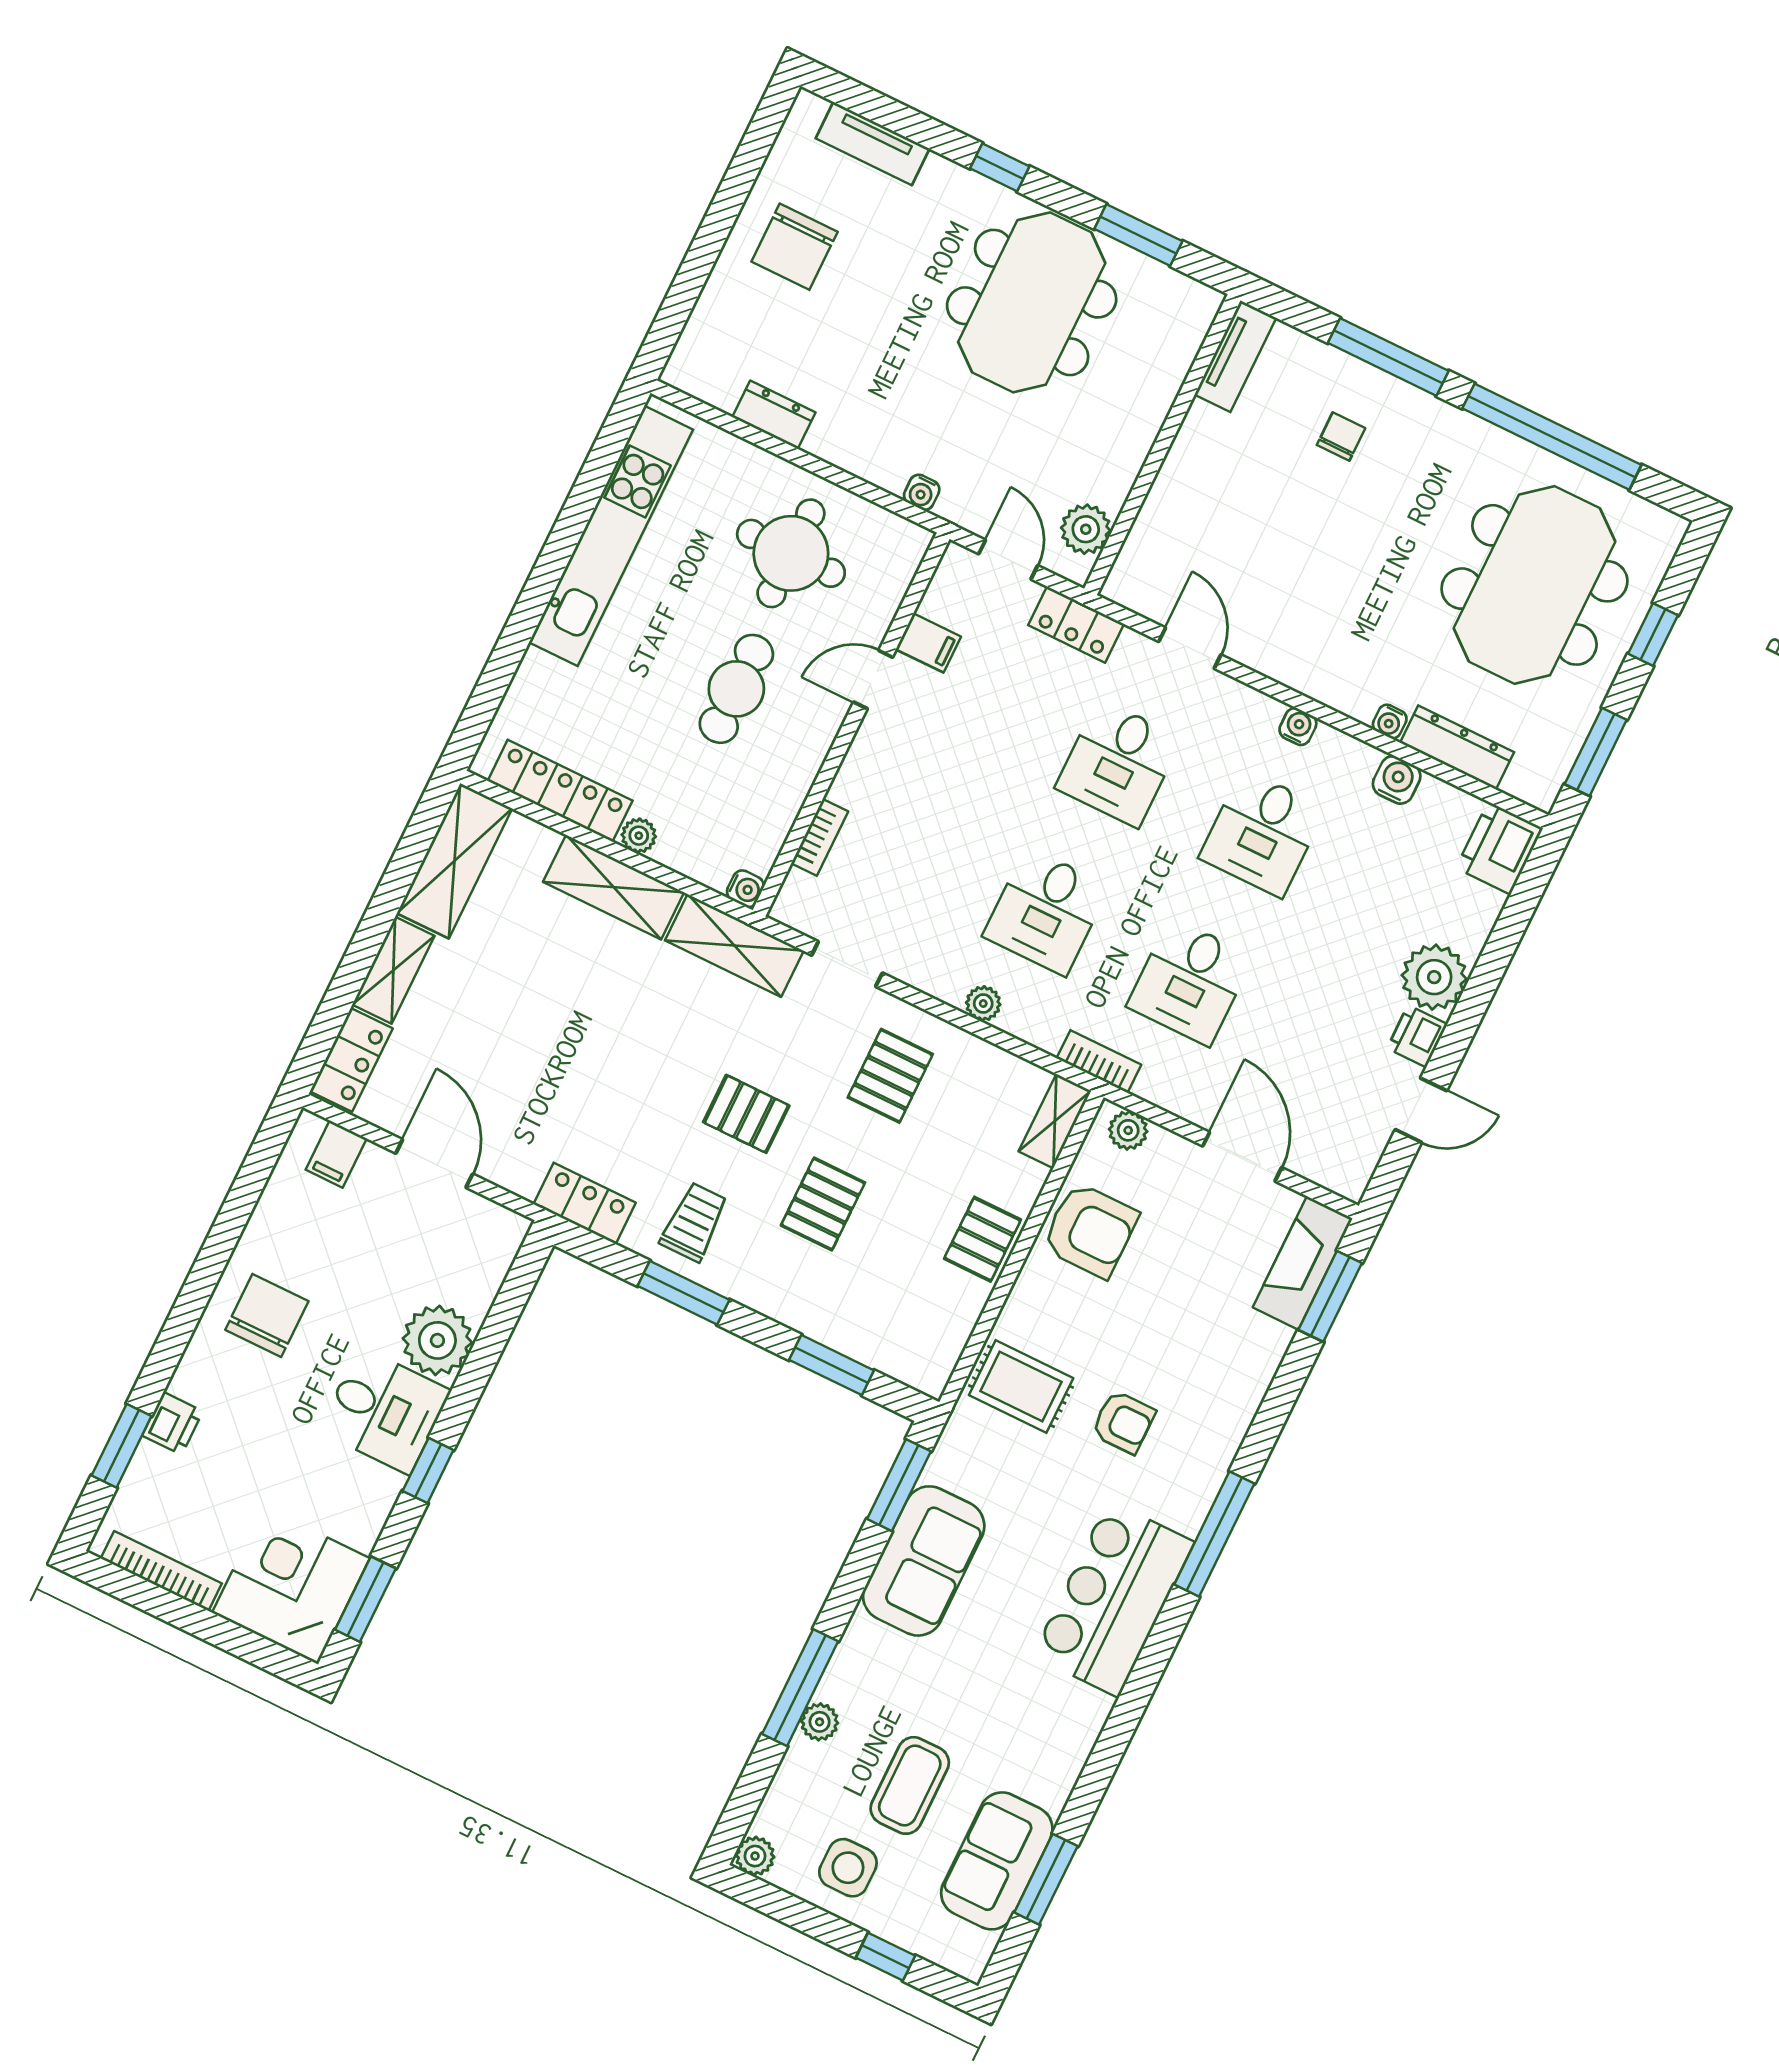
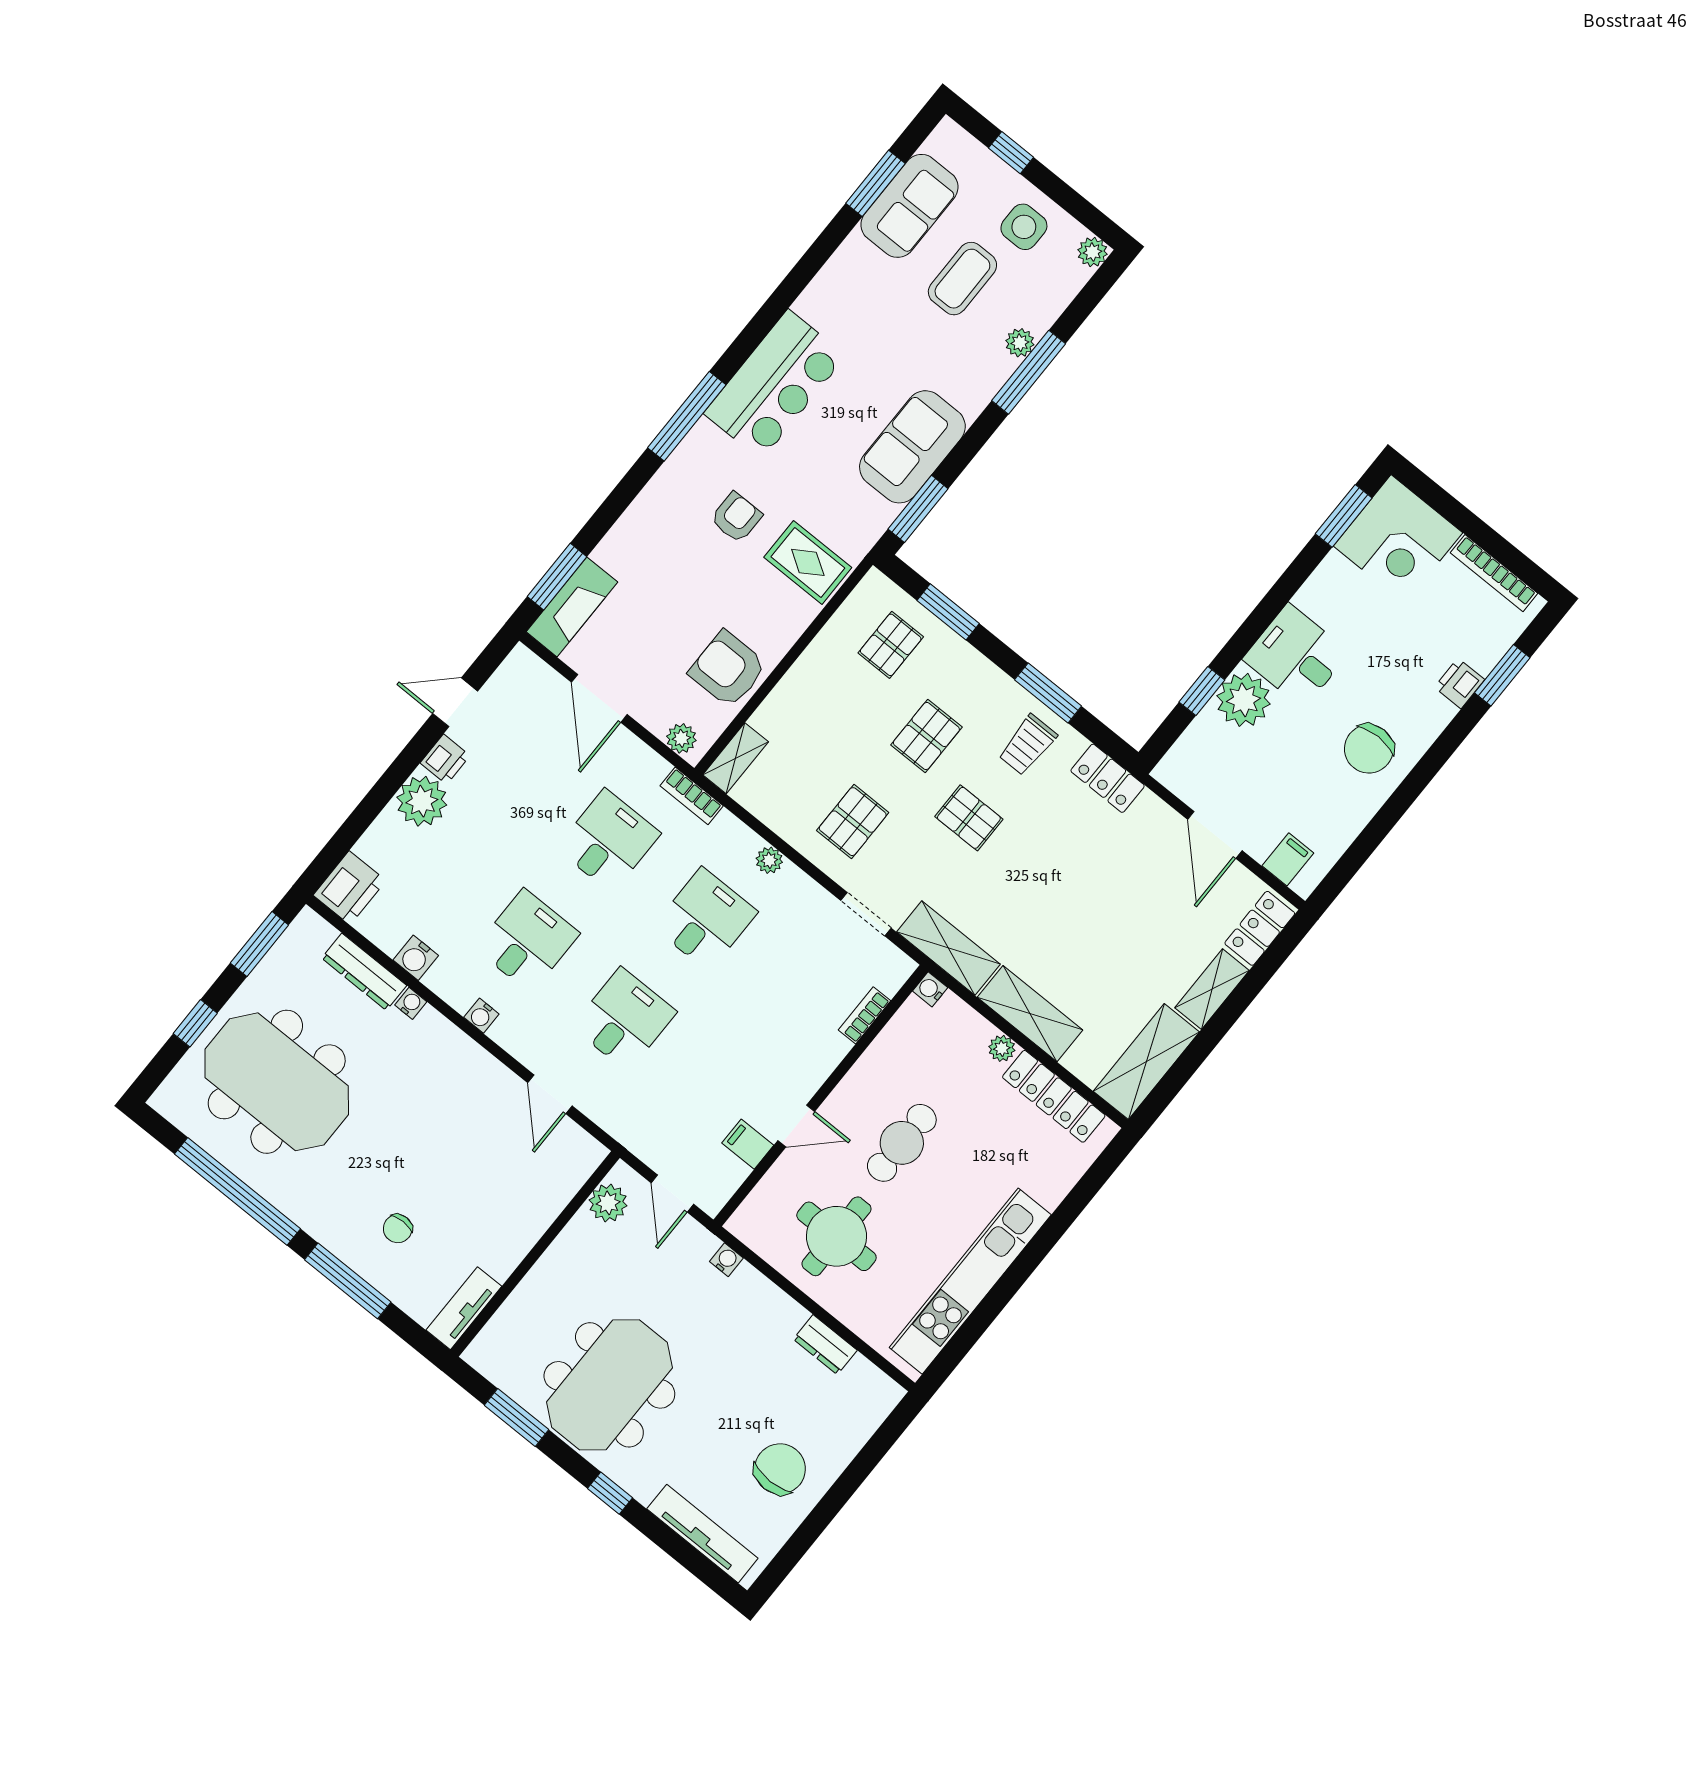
tv unit: (873, 144) -> (702, 1534), width x1.41
meeting table: (1534, 585) -> (277, 1082), turned 90
locker: (1076, 624) -> (632, 1132), removed
pallet: (982, 1239) -> (891, 645), moved
armchair: (1123, 1422) -> (736, 517), turned 90
window: (428, 1471) -> (1202, 691), moved

